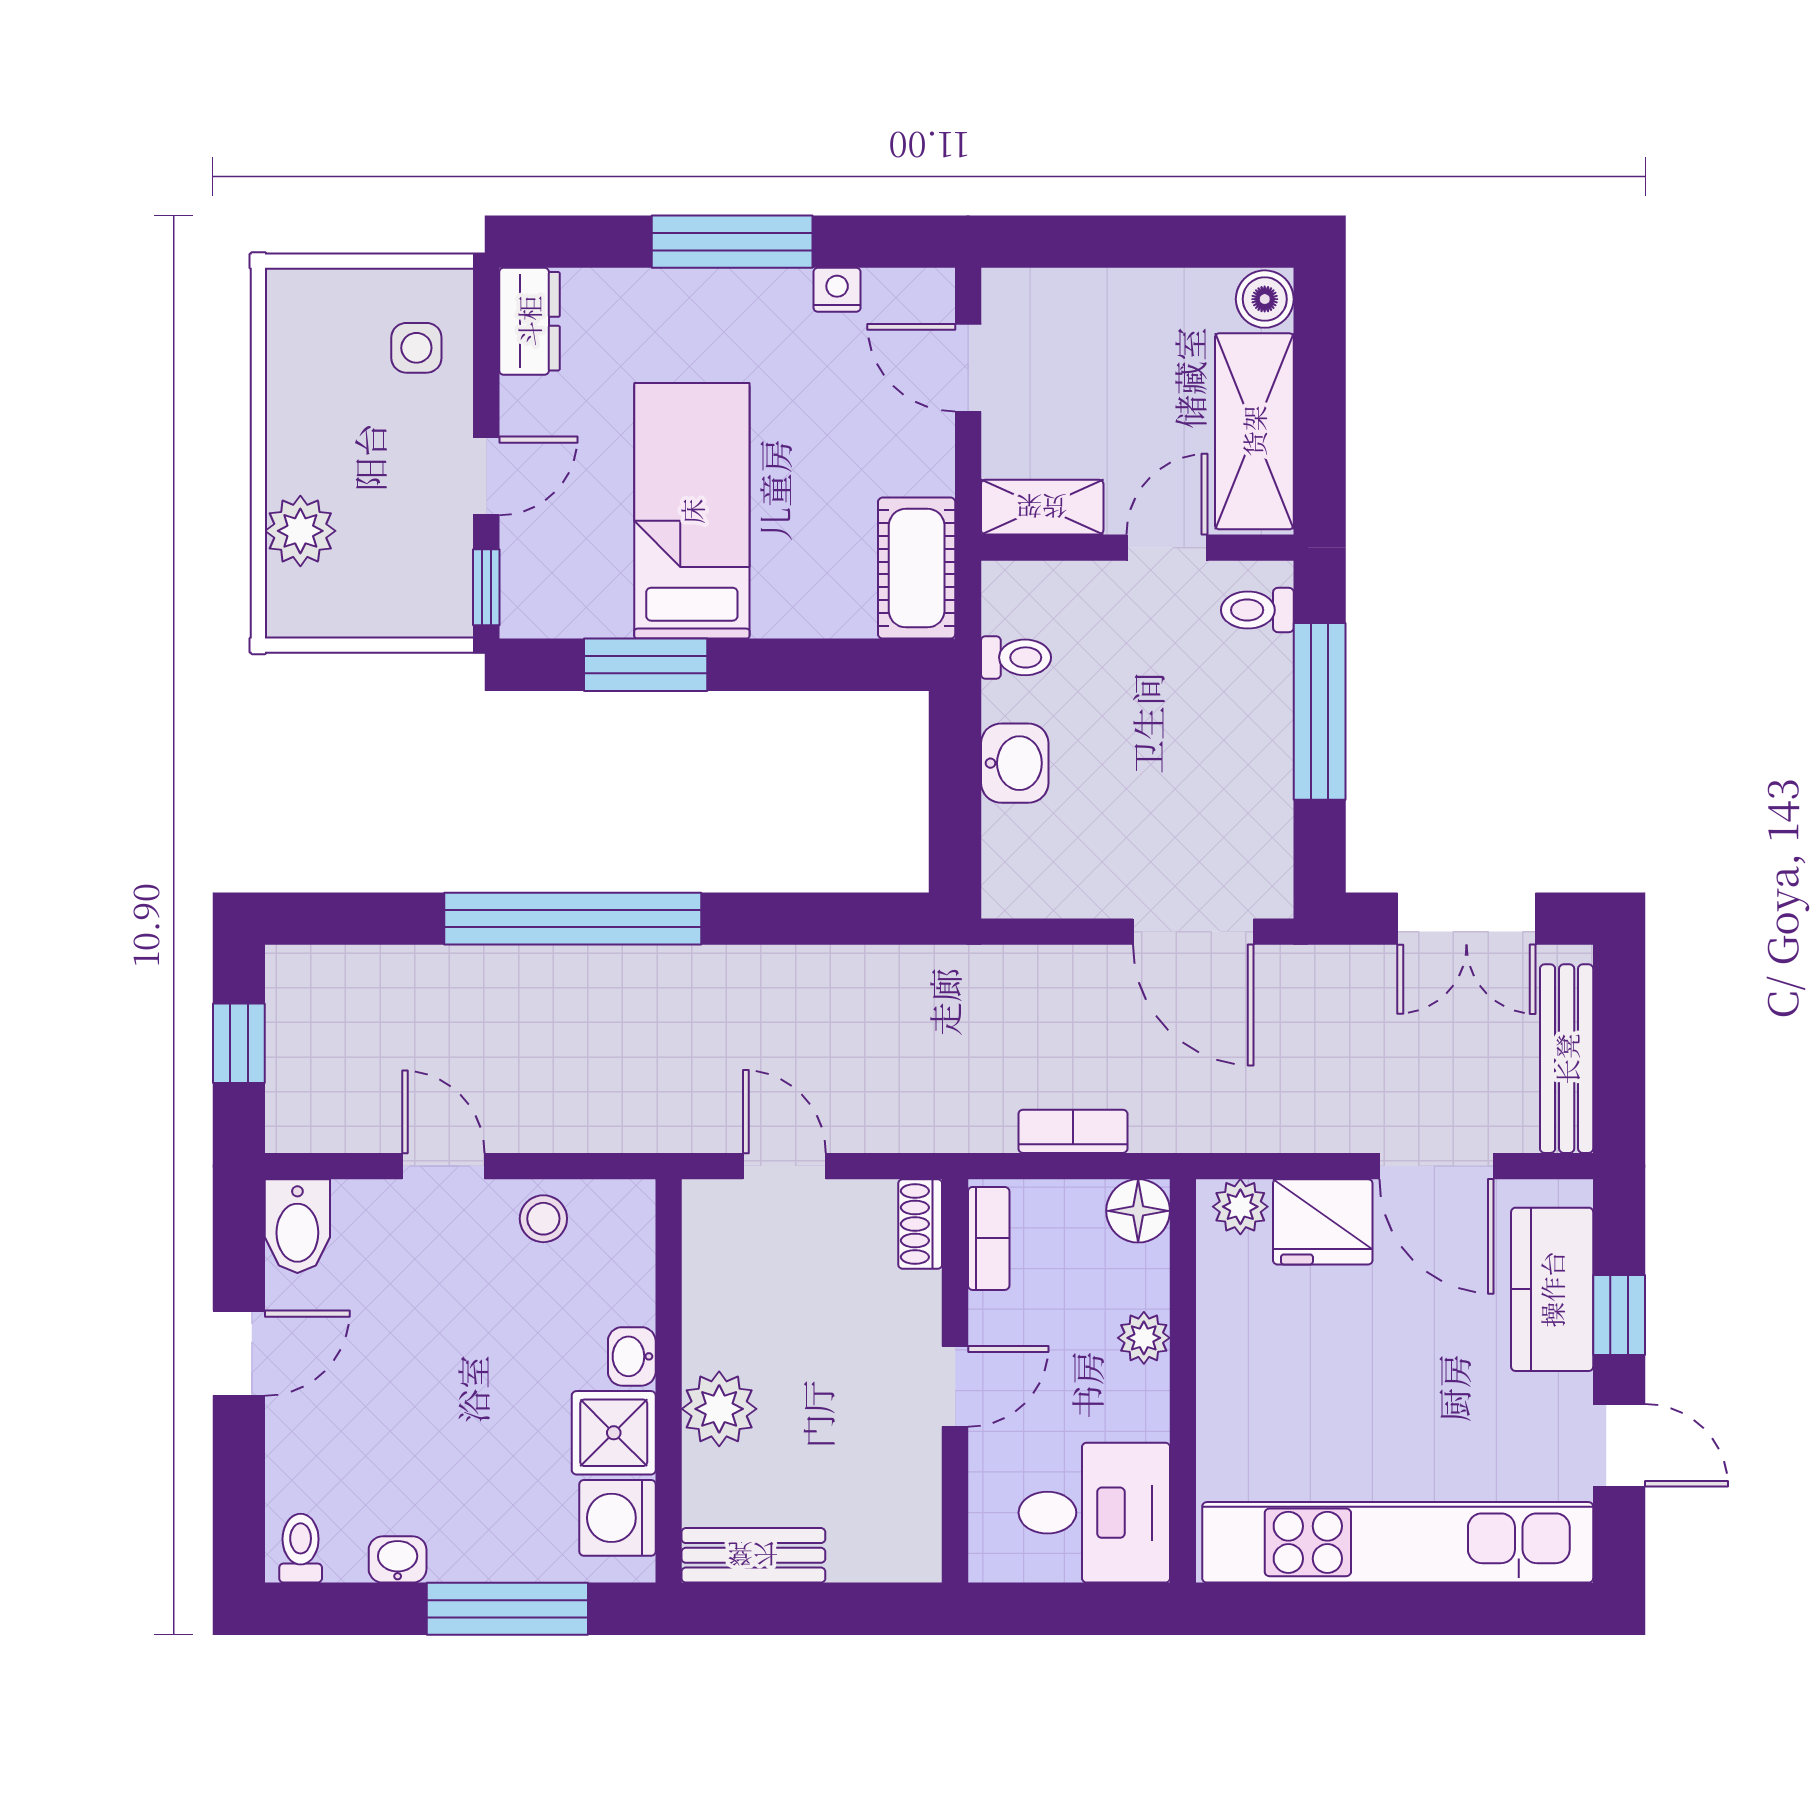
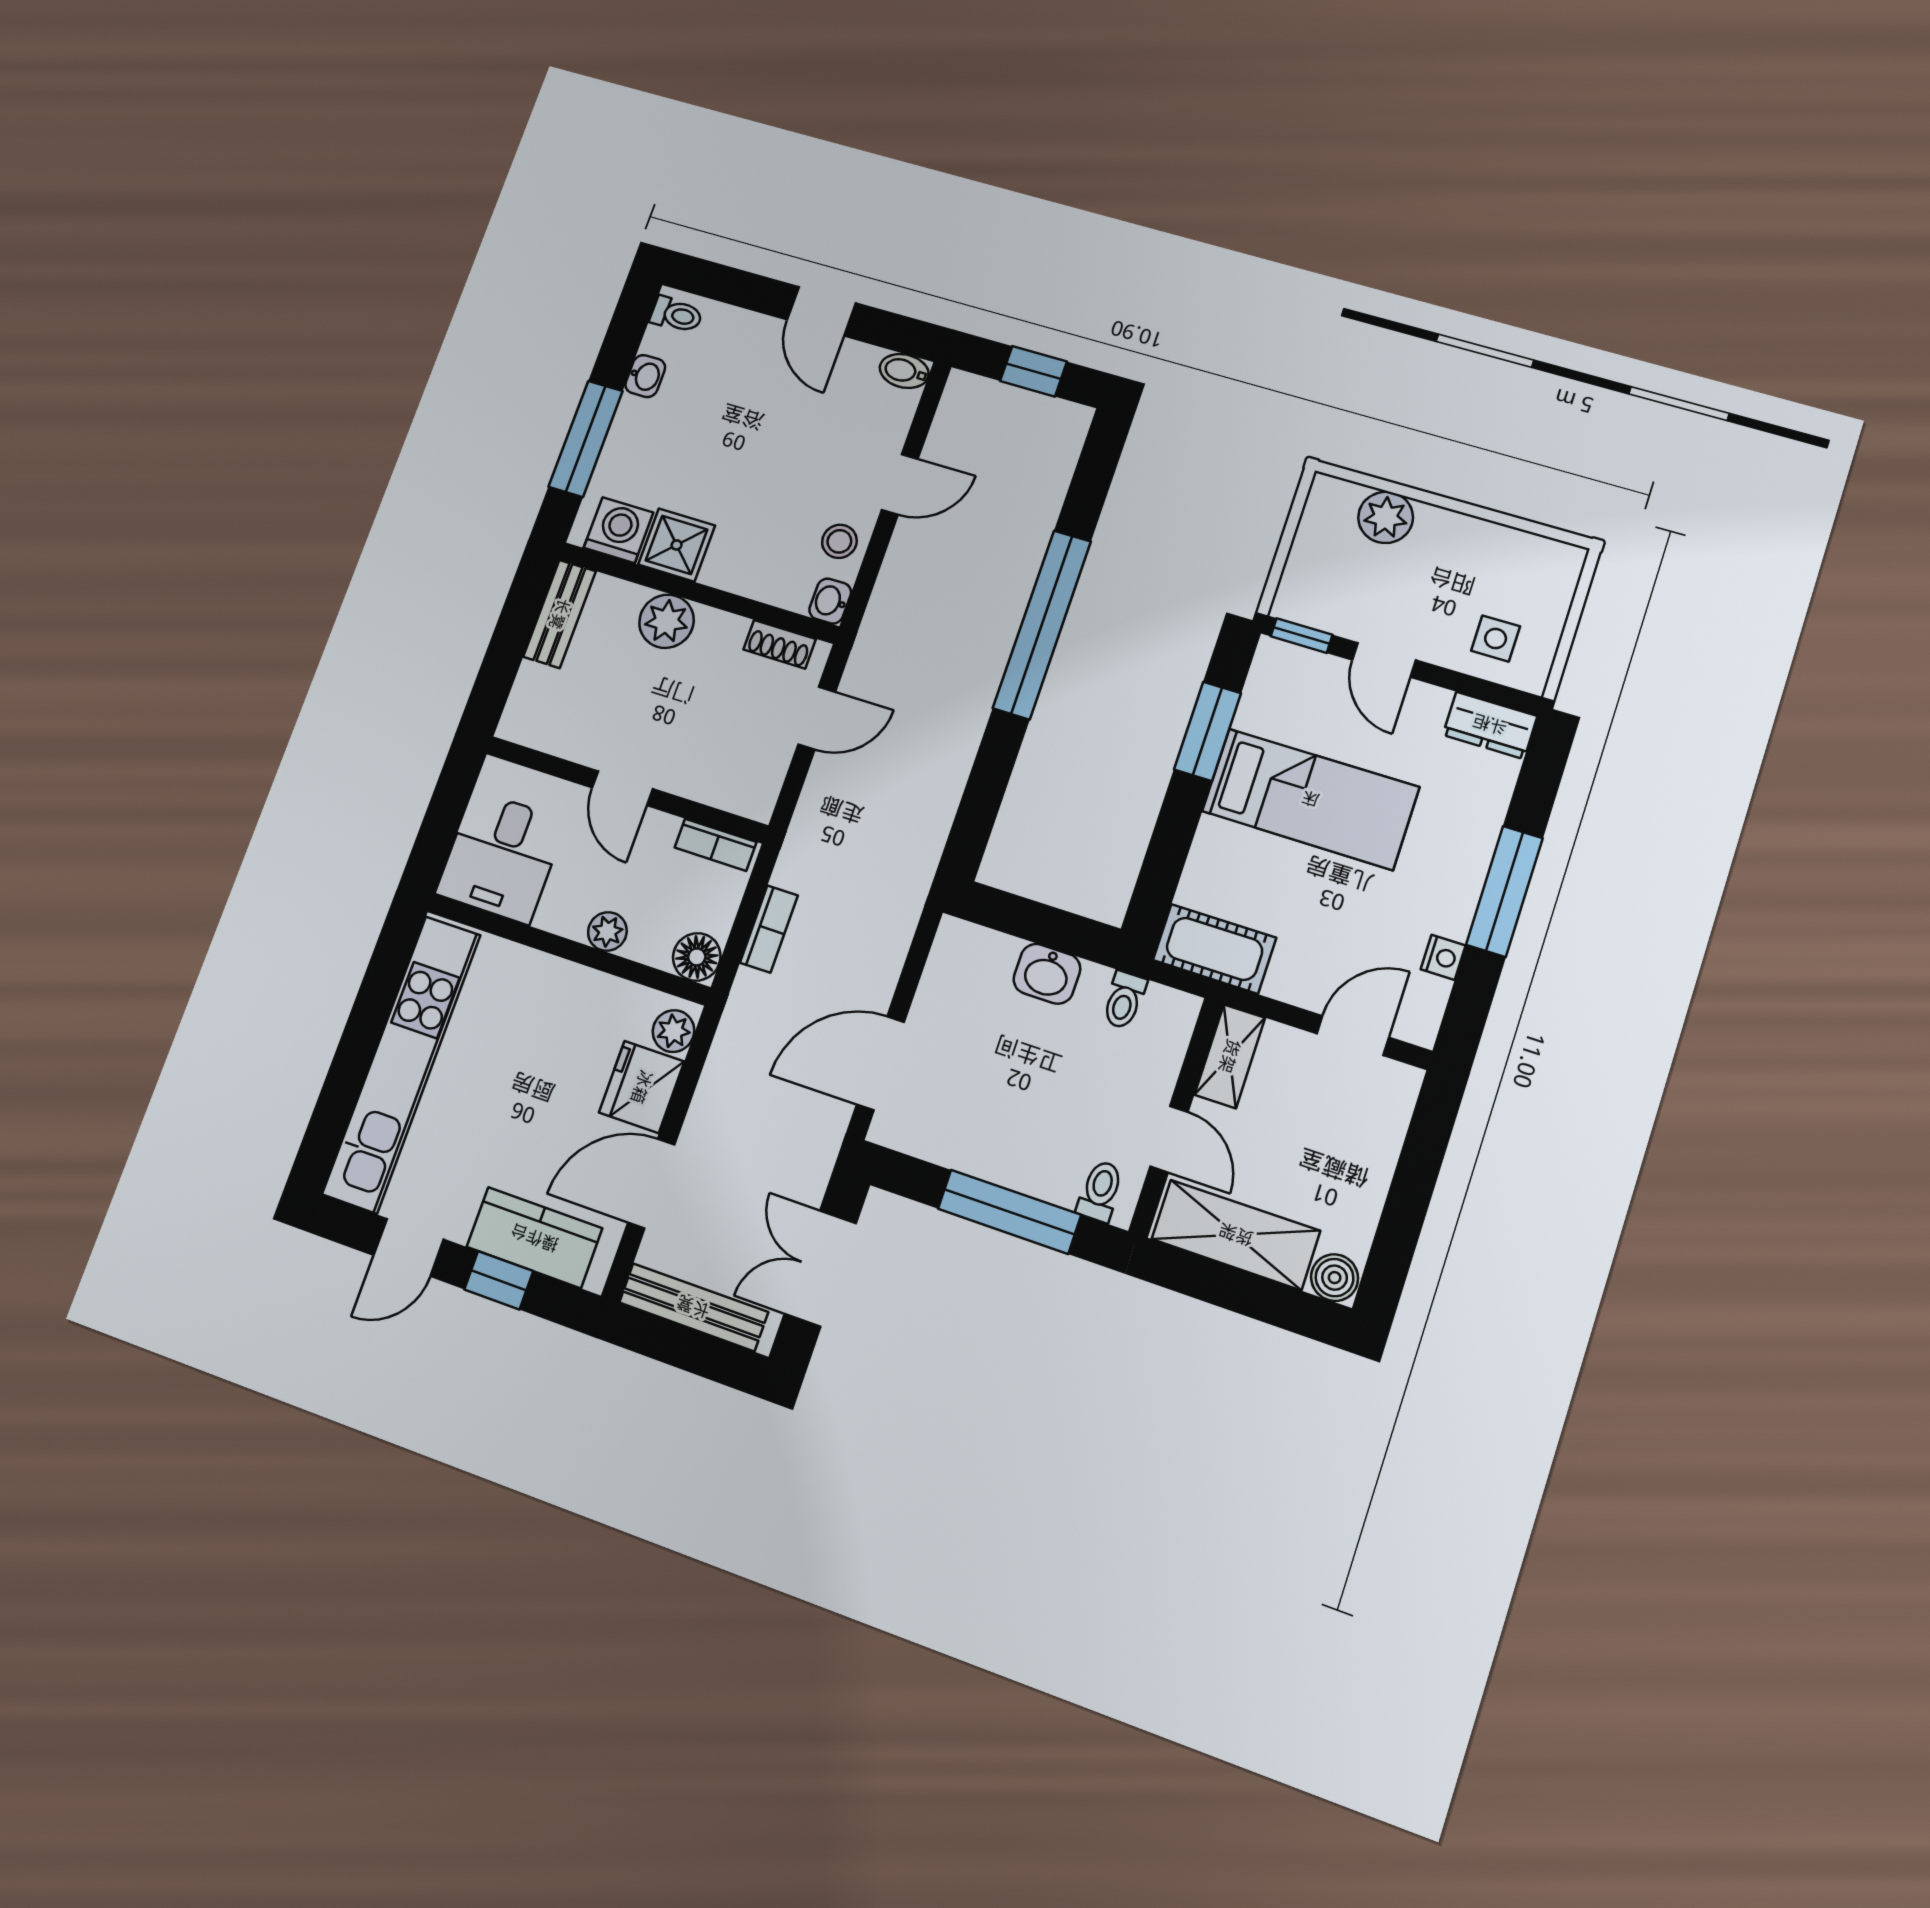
shoe rack: (920, 1224) -> (780, 644), moved, turned 180
bidet: (297, 1226) -> (904, 371), width x0.72, depth x0.74
washbasin: (632, 1356) -> (830, 601), moved, turned -90

